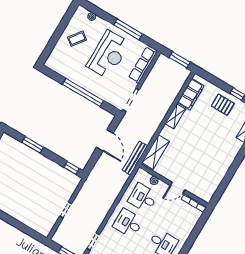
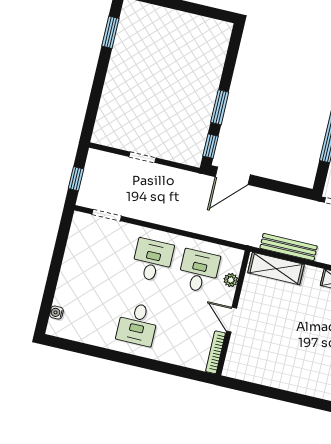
door: (105, 140) -> (233, 176), moved
window: (33, 145) -> (220, 107), moved
bench: (135, 158) -> (289, 247), moved

